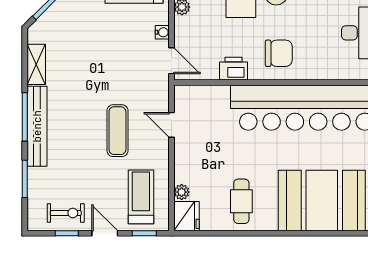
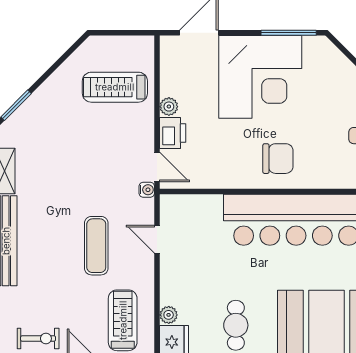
water cooler: (162, 32) -> (147, 190), moved
printer: (233, 69) -> (173, 133), moved, turned 90

